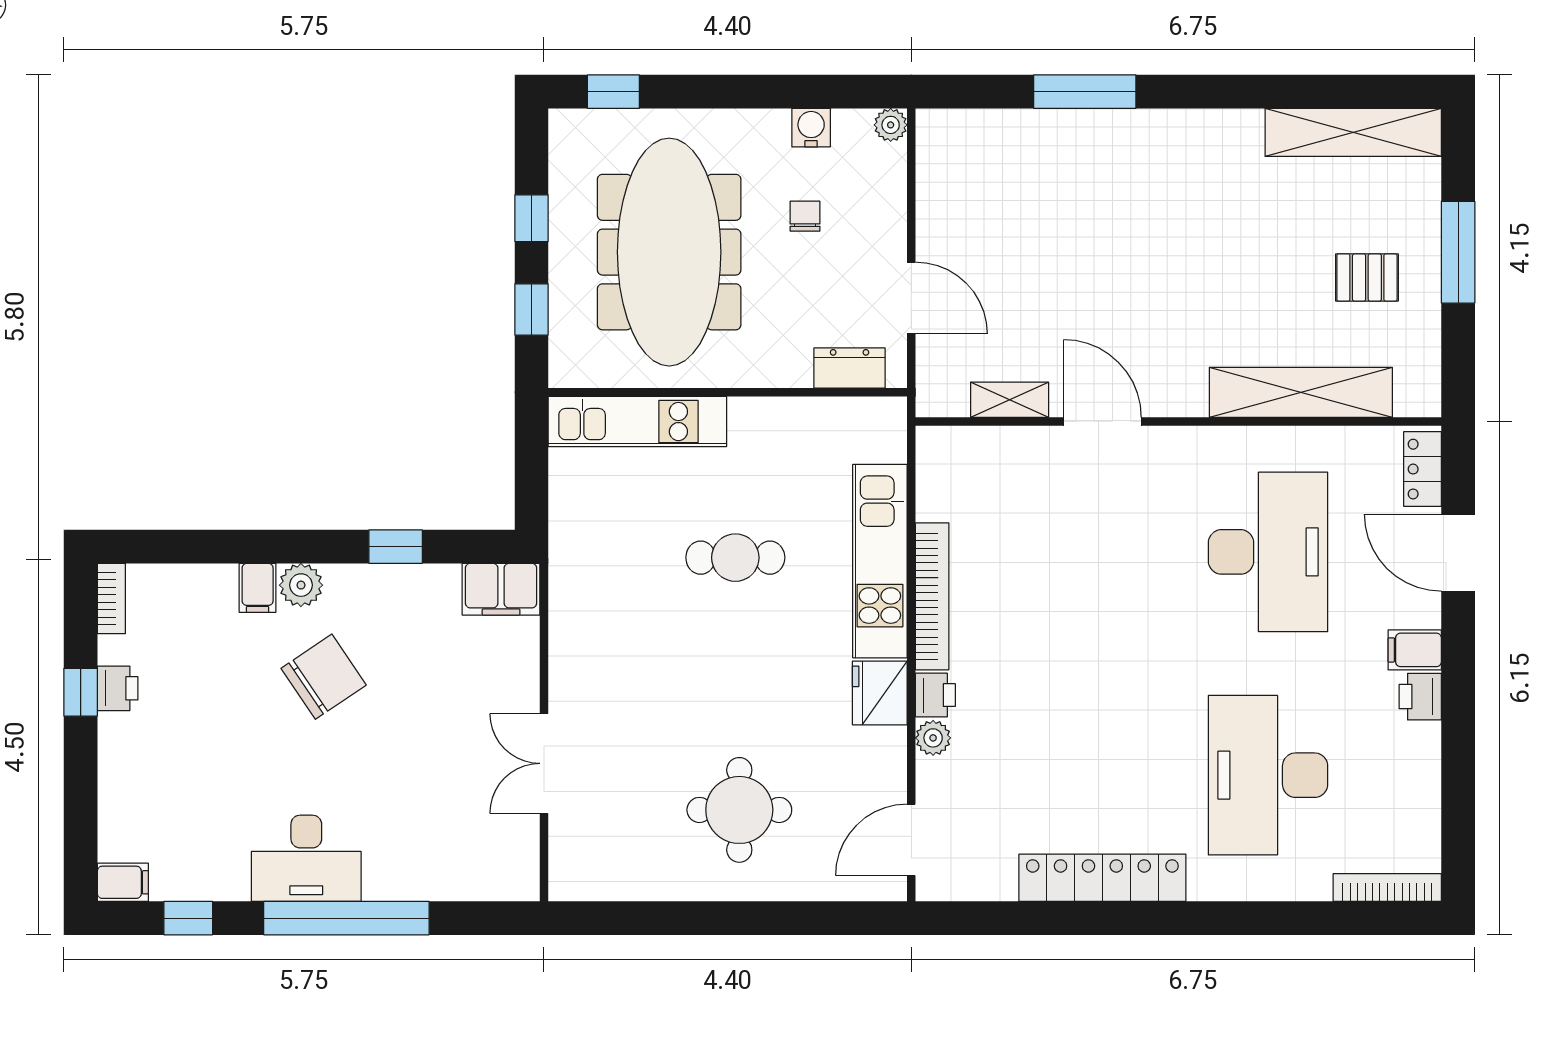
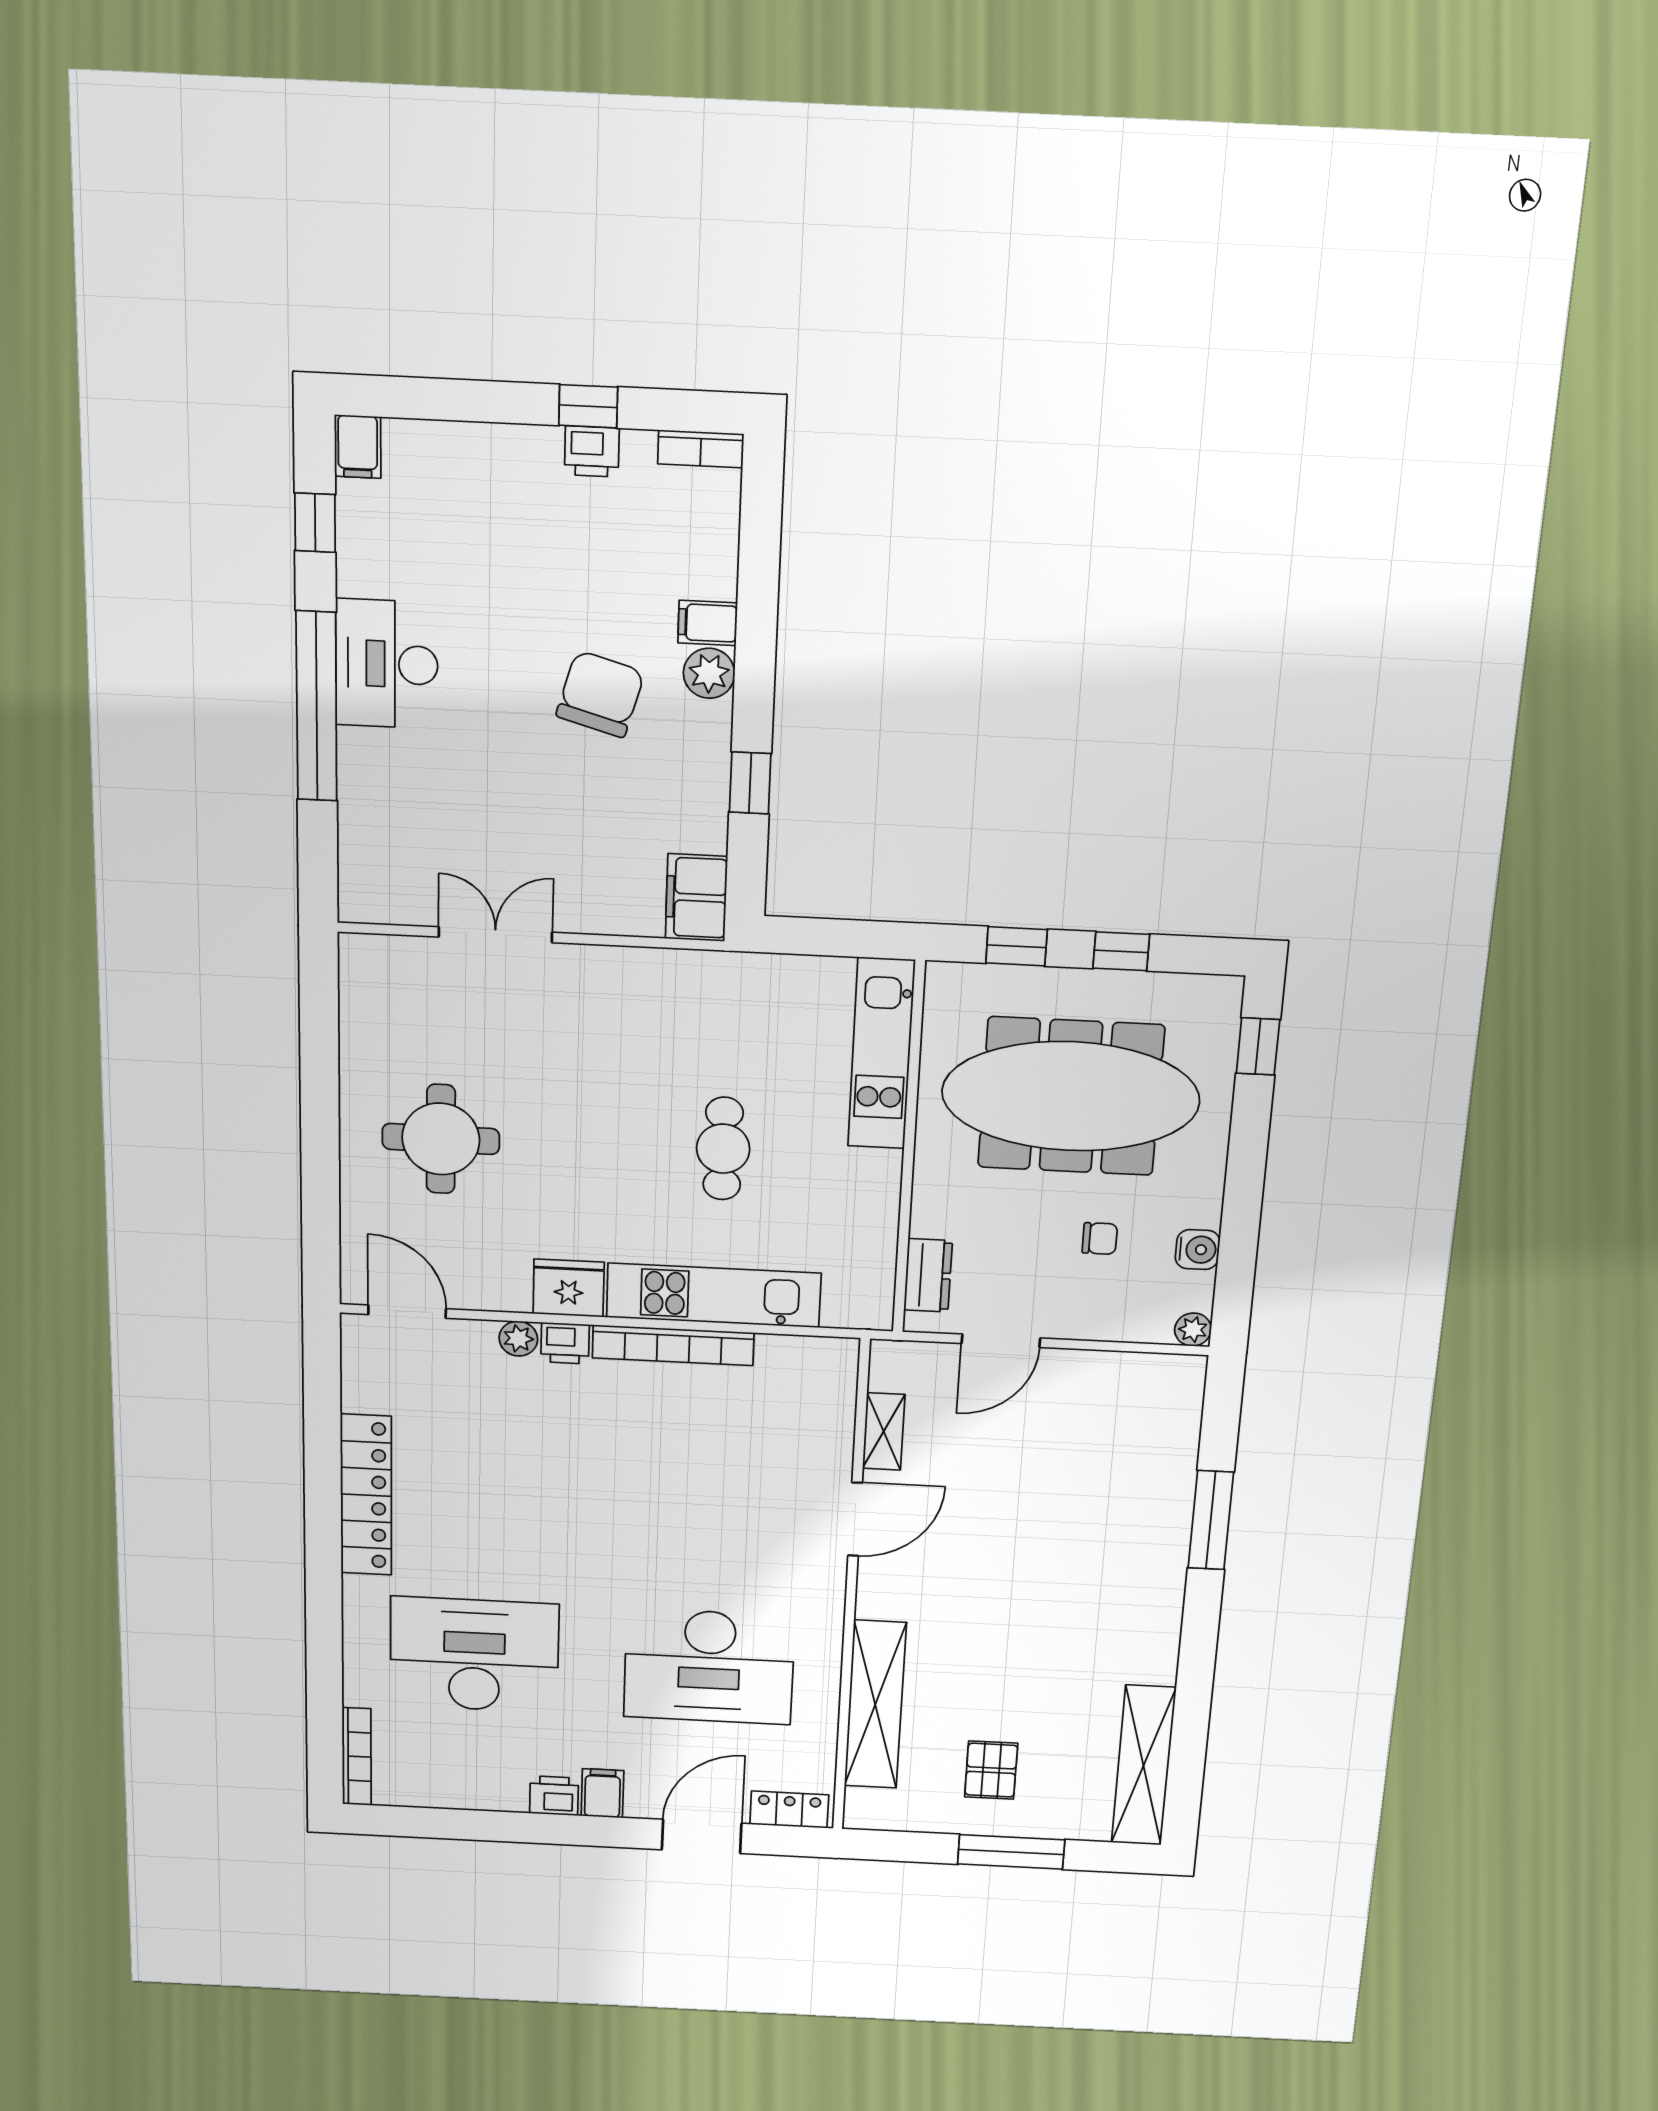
chair: (324, 677) -> (600, 694), turned -130

